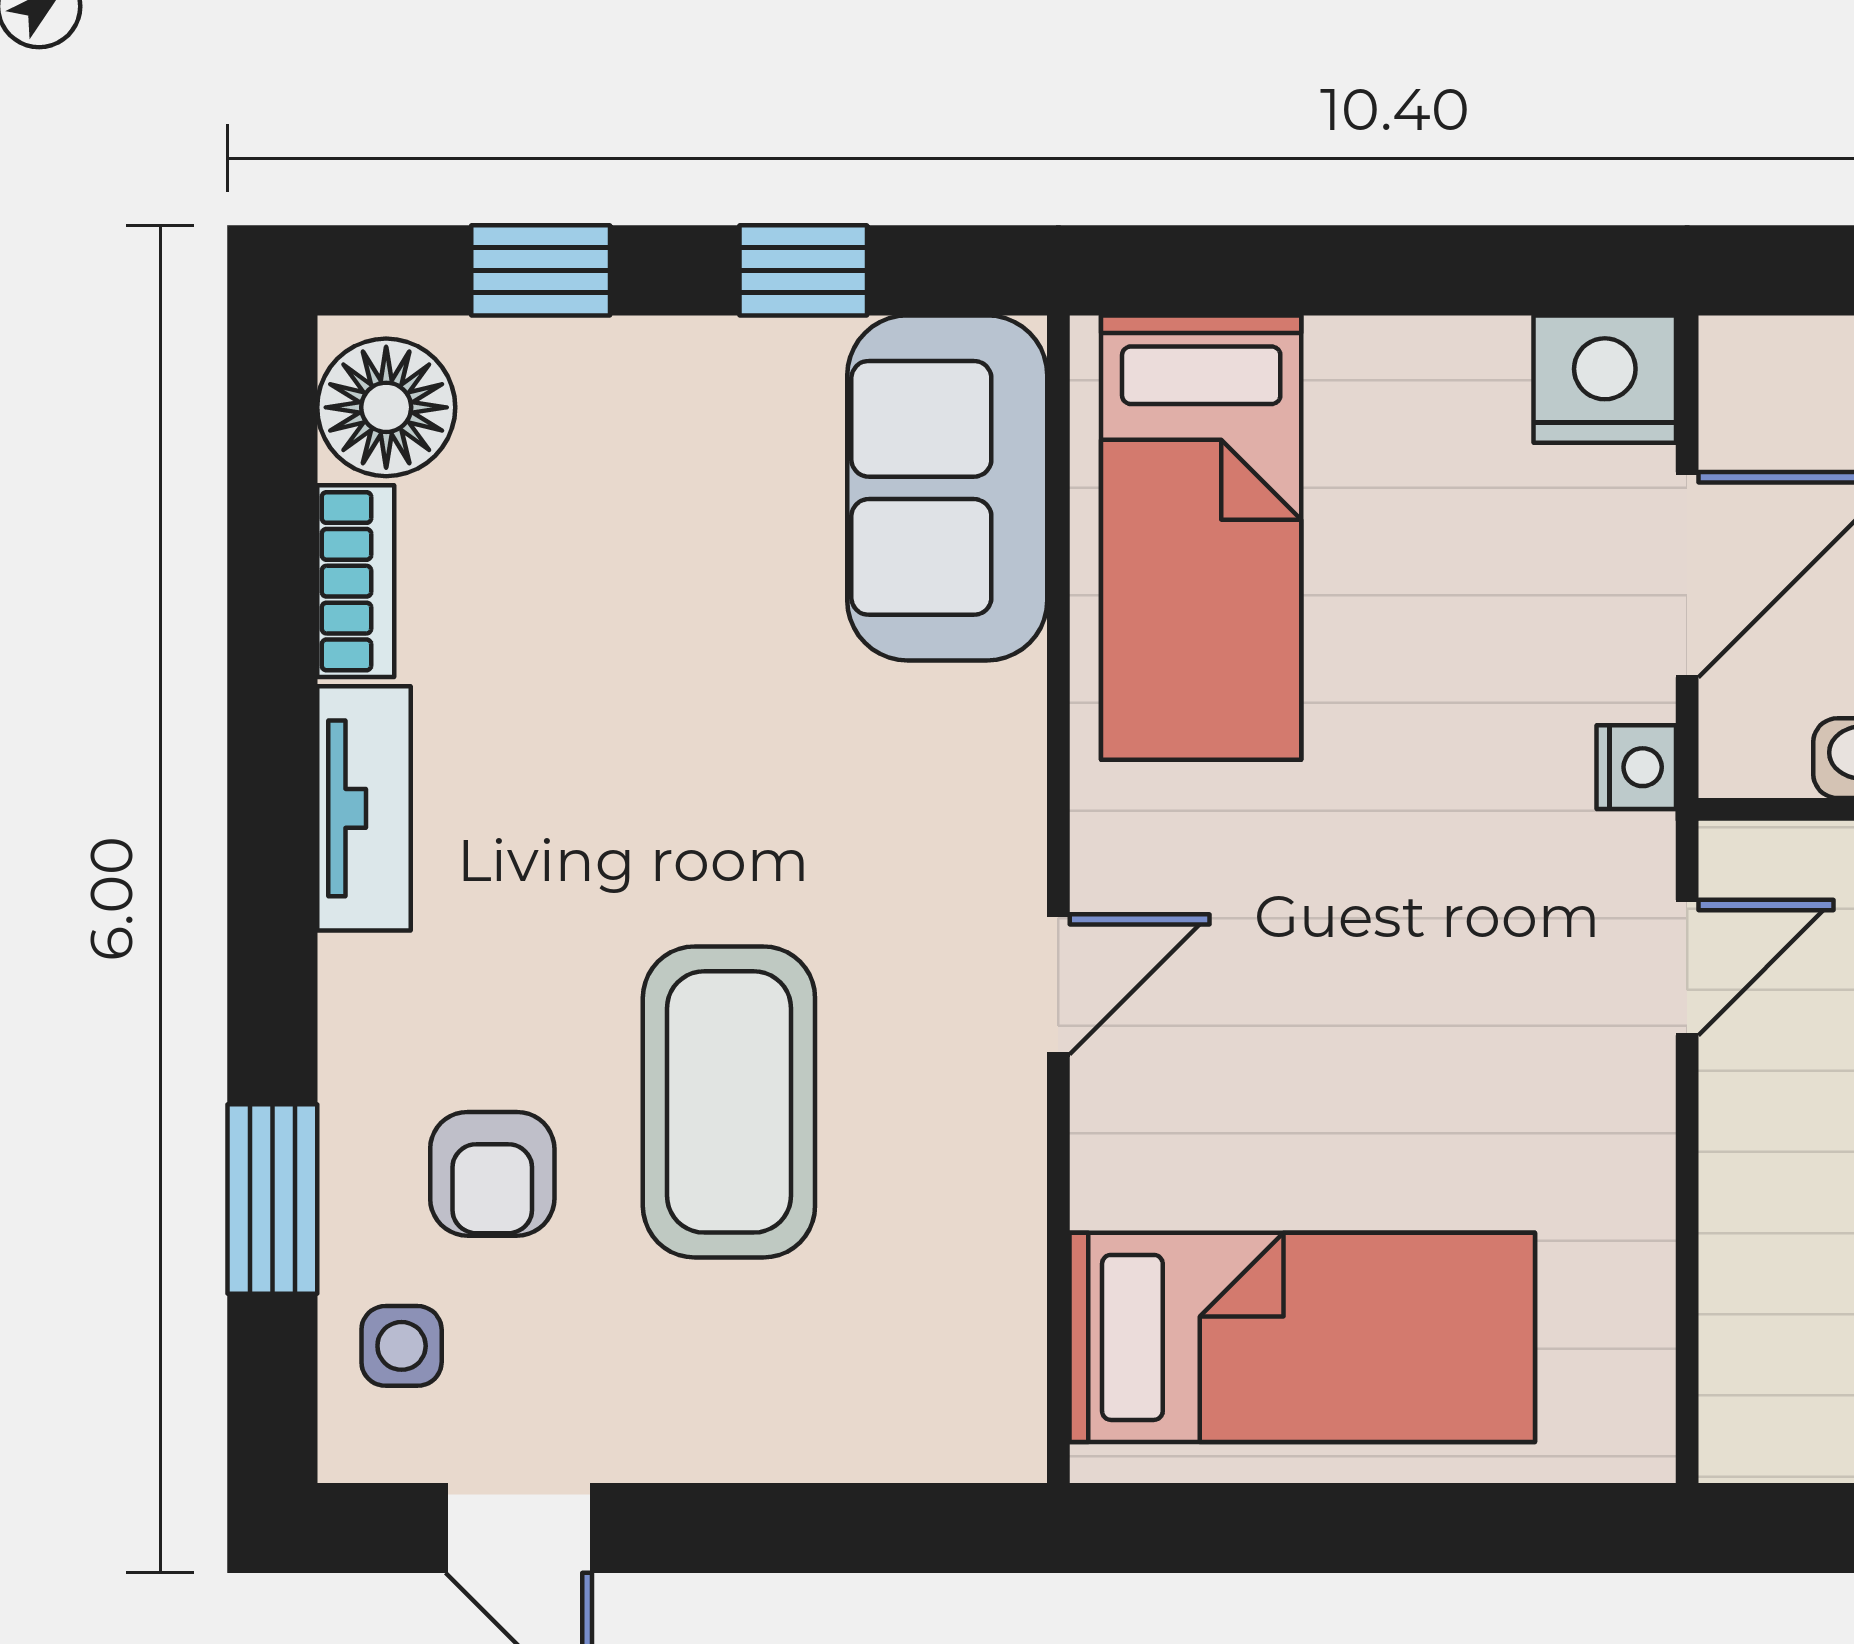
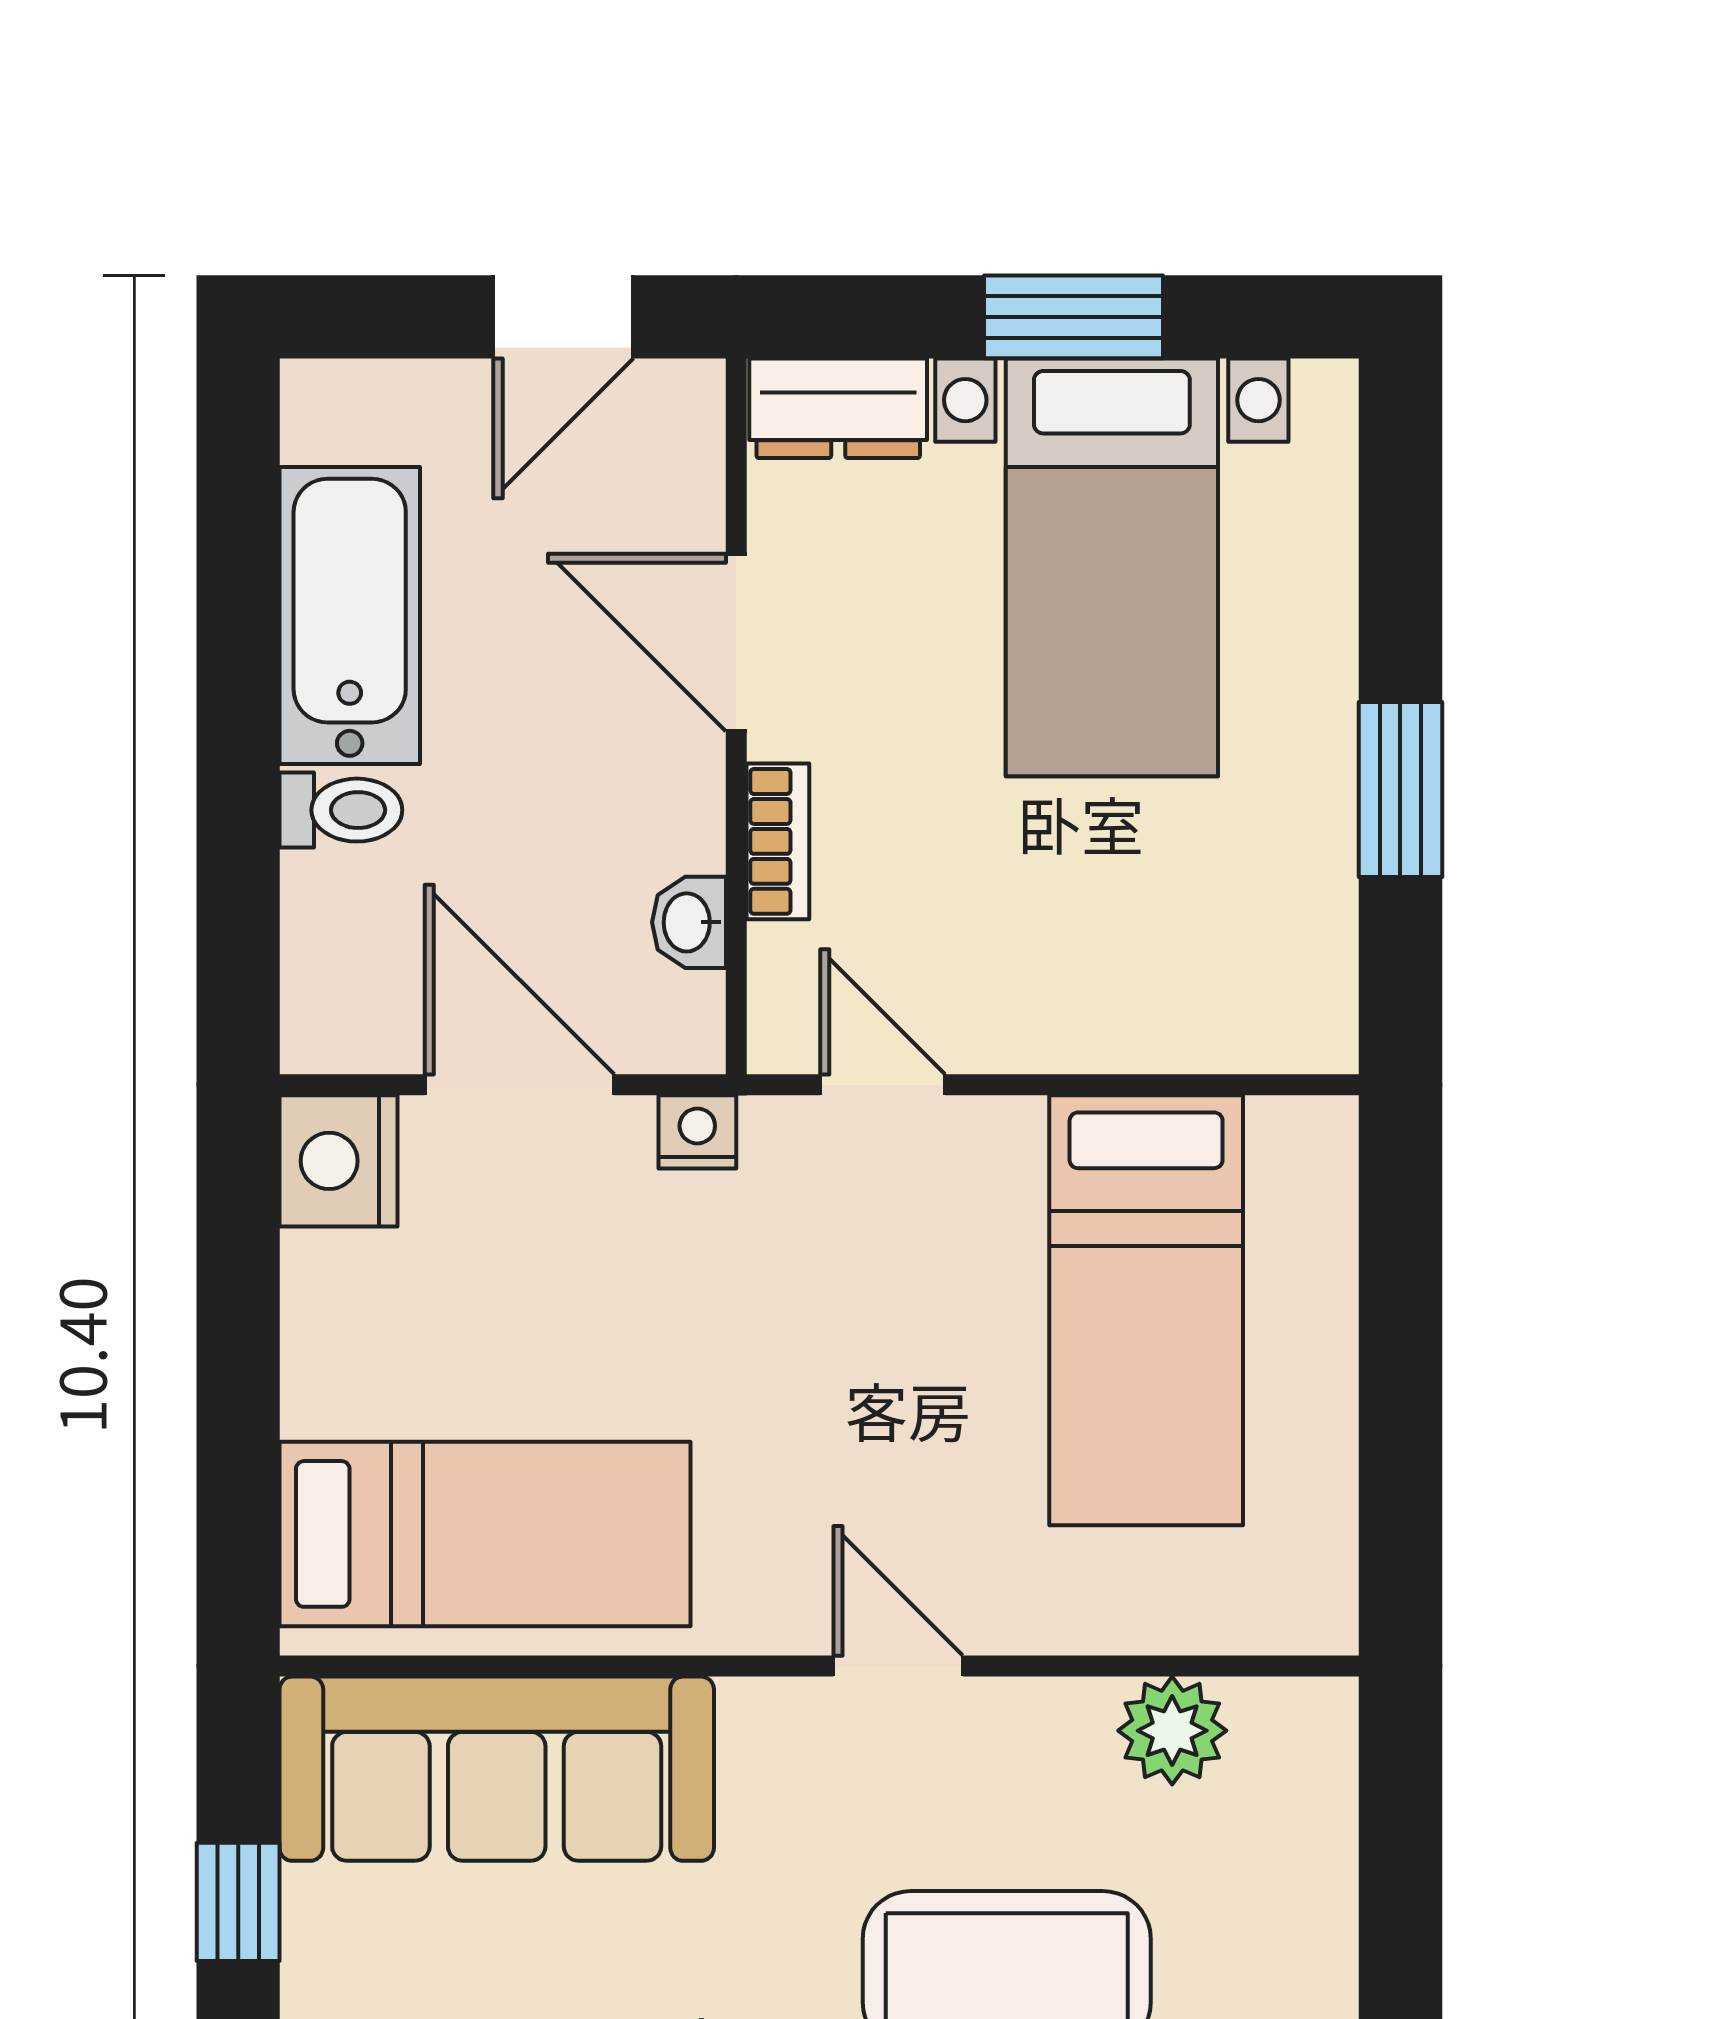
sofa: (947, 488) -> (497, 1769), width x1.36
plant: (989, 1281) -> (1172, 1731), added
bed: (1302, 1337) -> (1146, 1310), moved, turned 180

